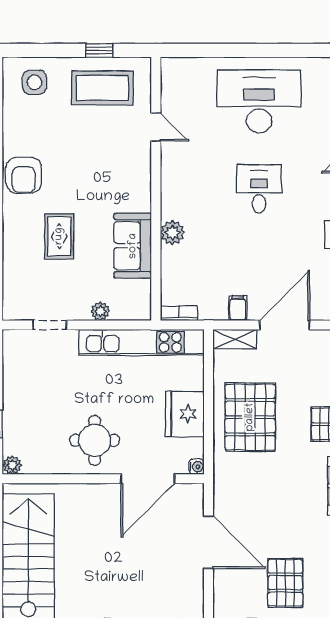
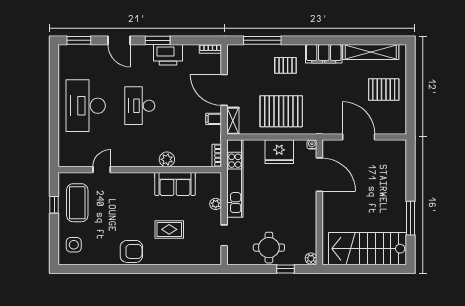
desk: (259, 189) -> (140, 106), width x1.37
round table: (95, 440) -> (269, 248), moved
door: (209, 542) -> (359, 137), hinge flipped

